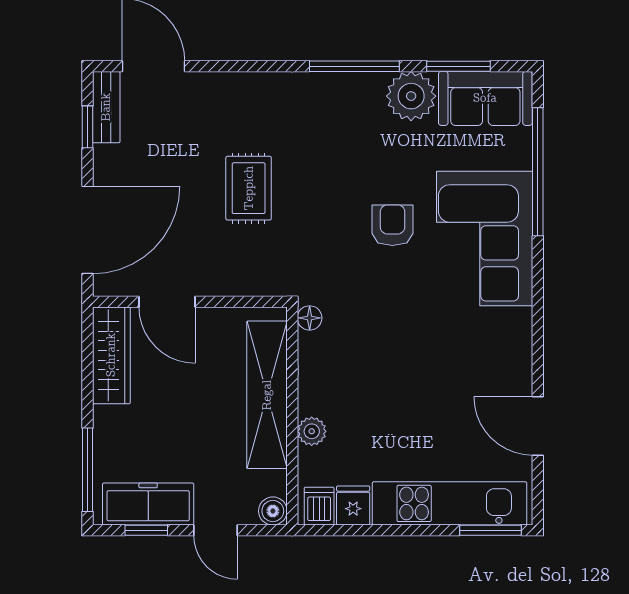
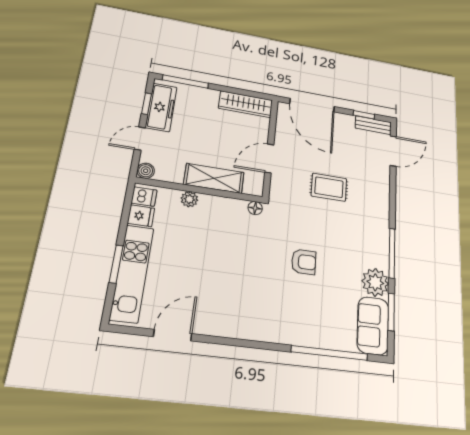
corner sofa: (485, 238) -> (292, 315), removed
door: (167, 302) -> (269, 158), moved
shelving: (267, 395) -> (214, 178), width x0.68
window: (490, 530) -> (116, 264), moved

